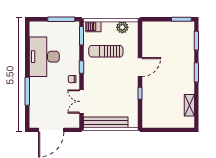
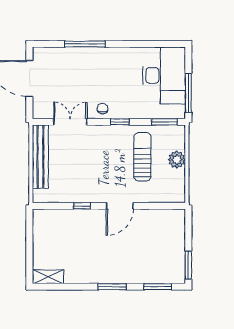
barbecue: (93, 27) -> (178, 139), removed
plant: (122, 27) -> (177, 160), moved
desk: (44, 57) -> (164, 75), moved, turned 90
door: (140, 67) -> (120, 206), hinge flipped
shelving: (189, 105) -> (48, 277), moved

